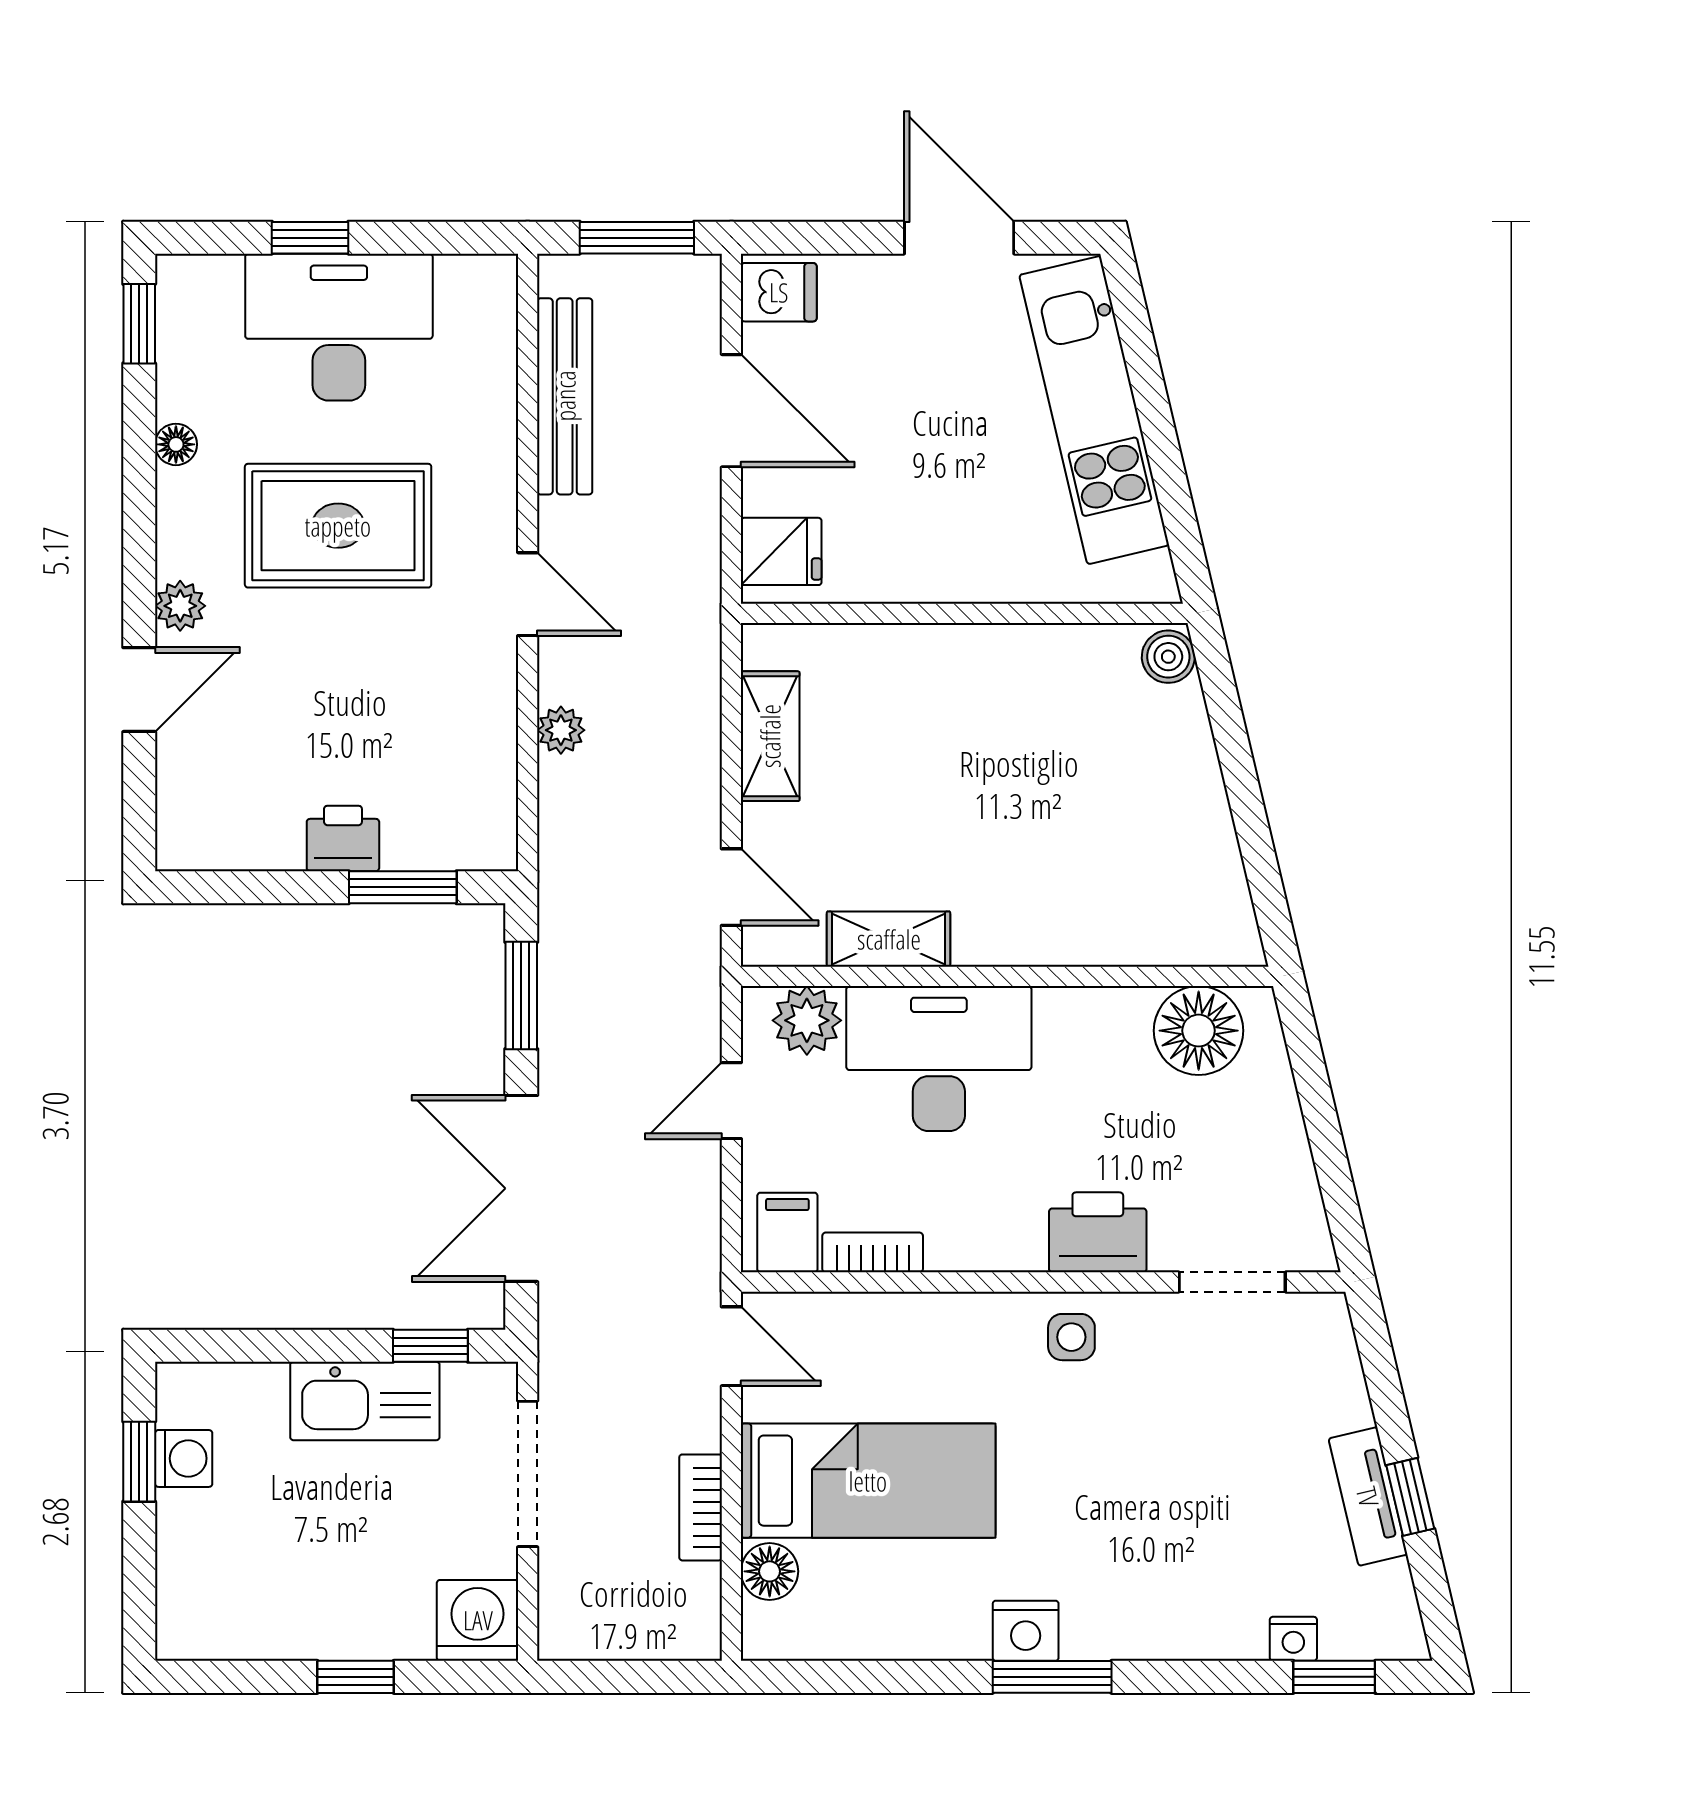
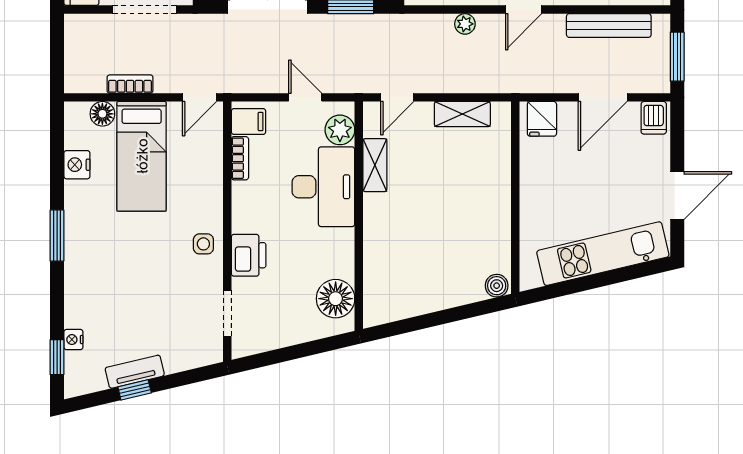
nightstand: (1026, 1631) -> (77, 165), moved

